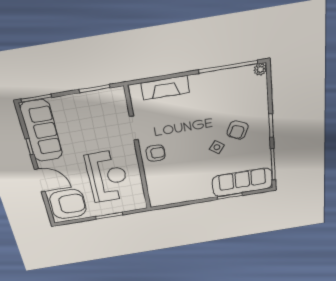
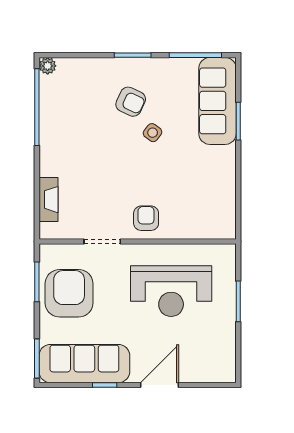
fireplace: (165, 88) -> (48, 200), width x0.73, depth x0.76
reception desk: (107, 176) -> (171, 291), turned 180
armchair: (68, 204) -> (69, 293), moved

